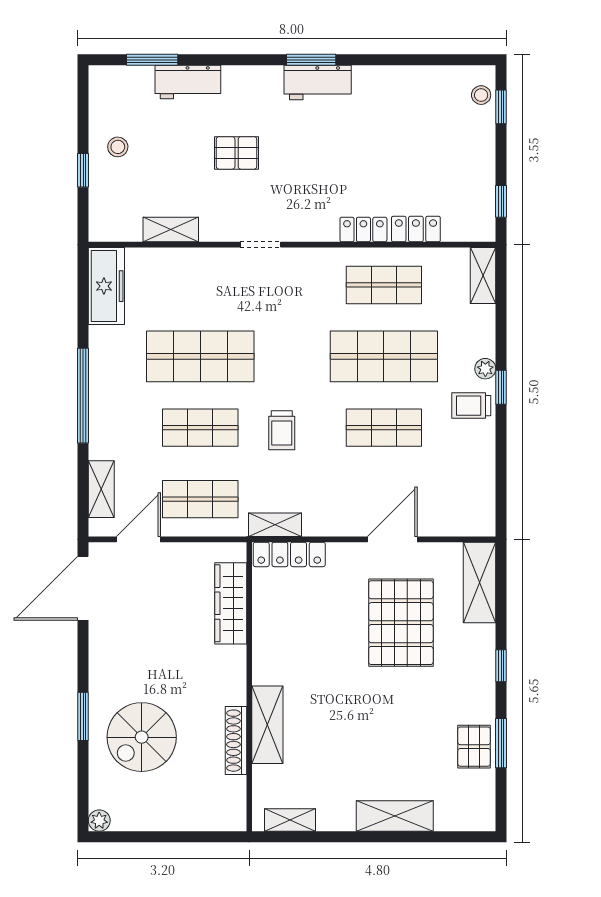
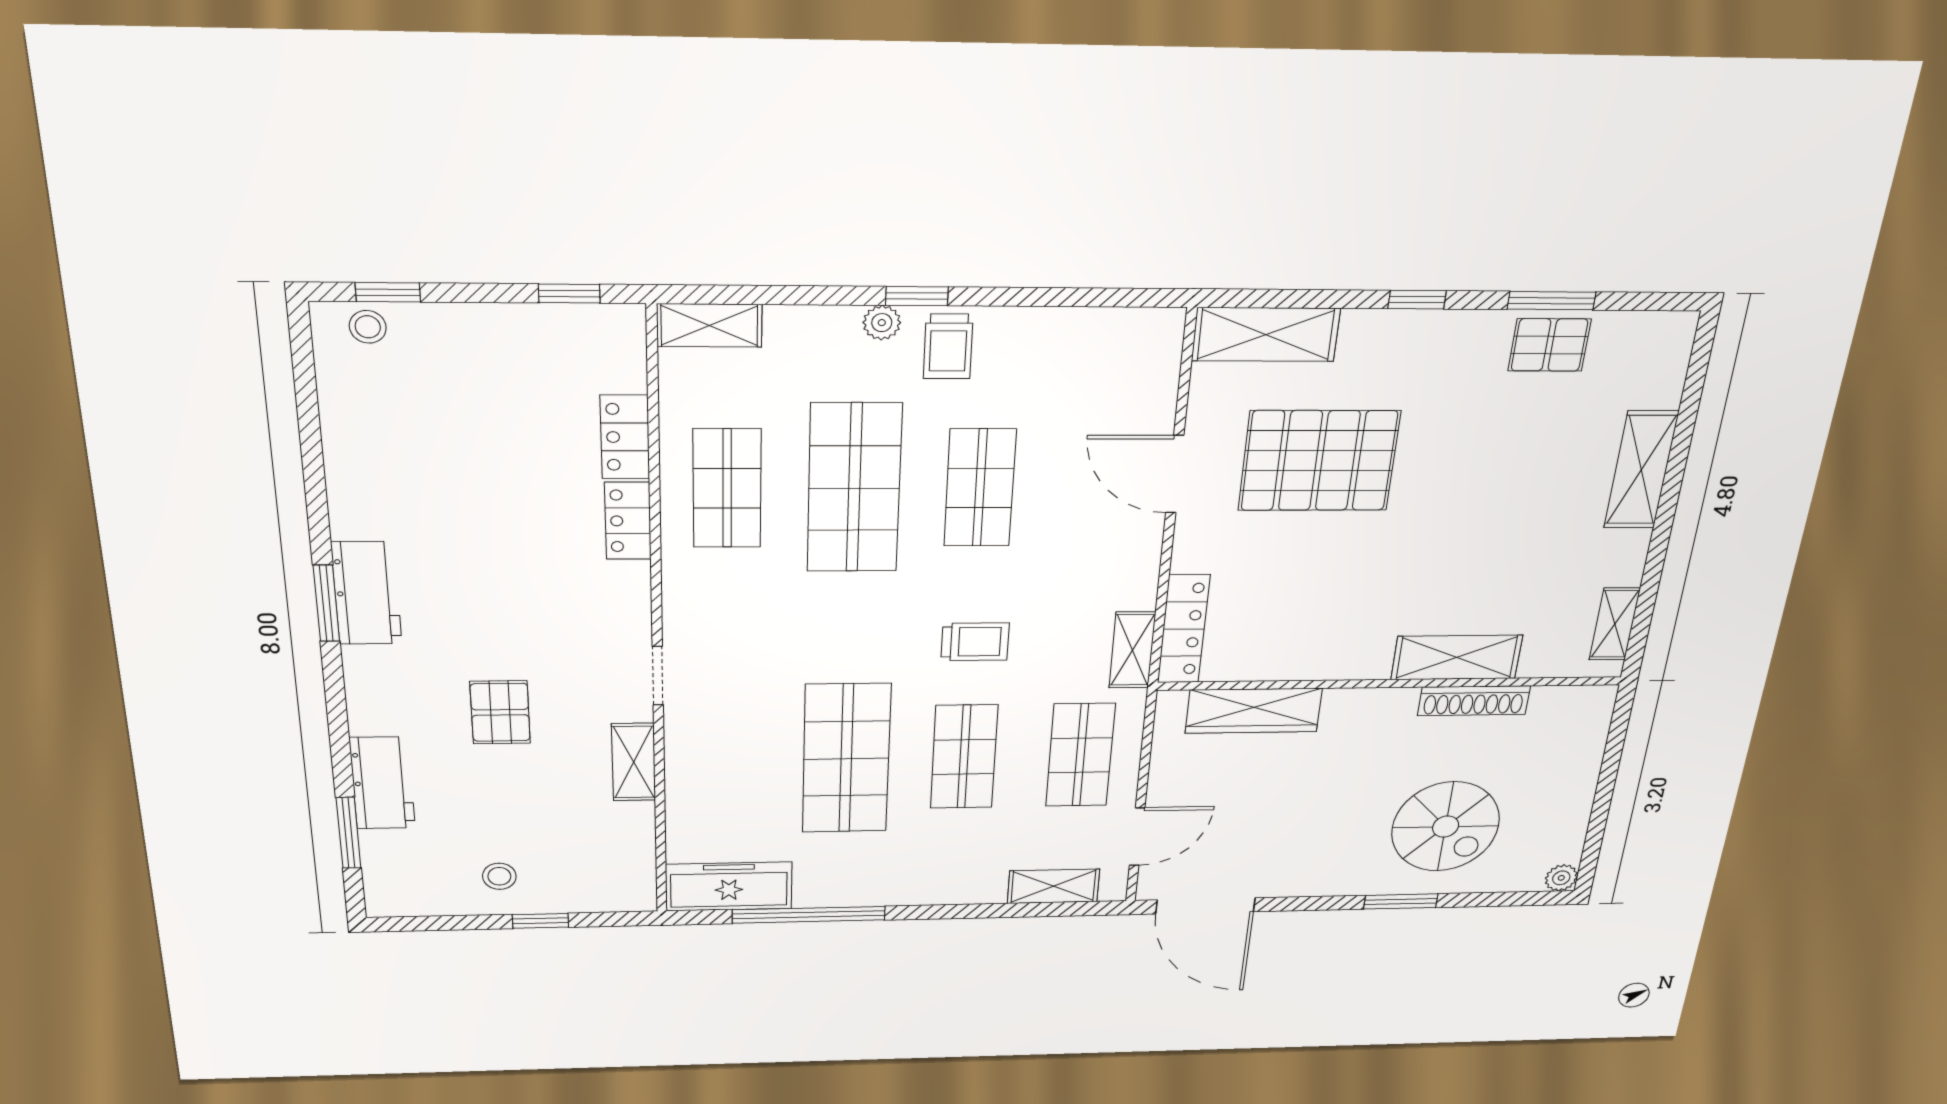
shelving: (171, 230) -> (634, 762), moved
window: (83, 396) -> (809, 915), moved
door: (138, 539) -> (1137, 837), swing flipped

